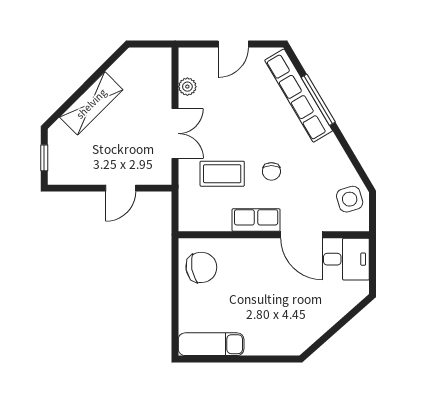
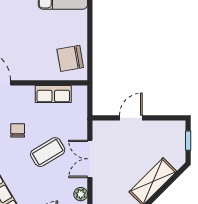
coffee table: (222, 174) -> (48, 152), moved, turned -31
row of seats: (256, 220) -> (53, 94), moved

